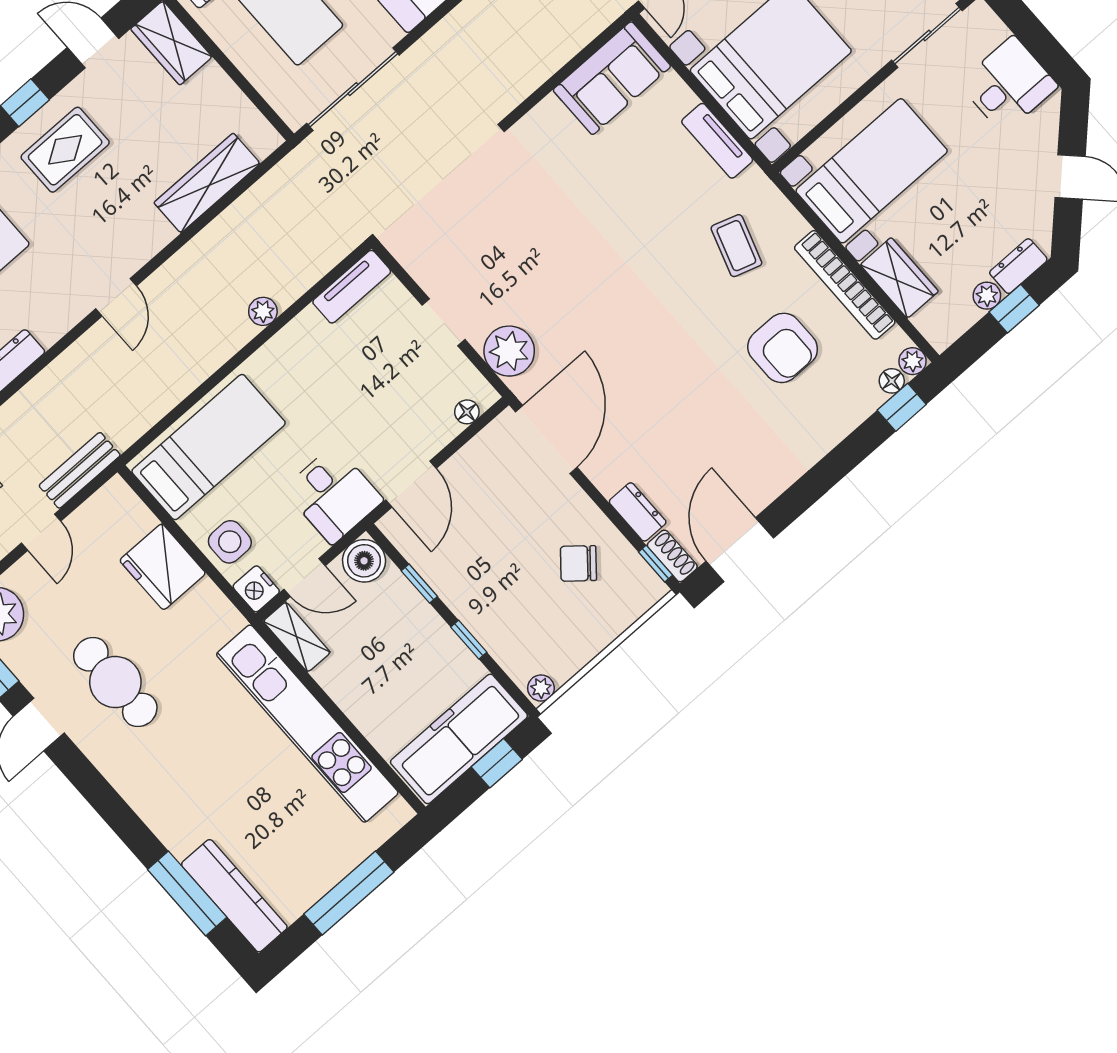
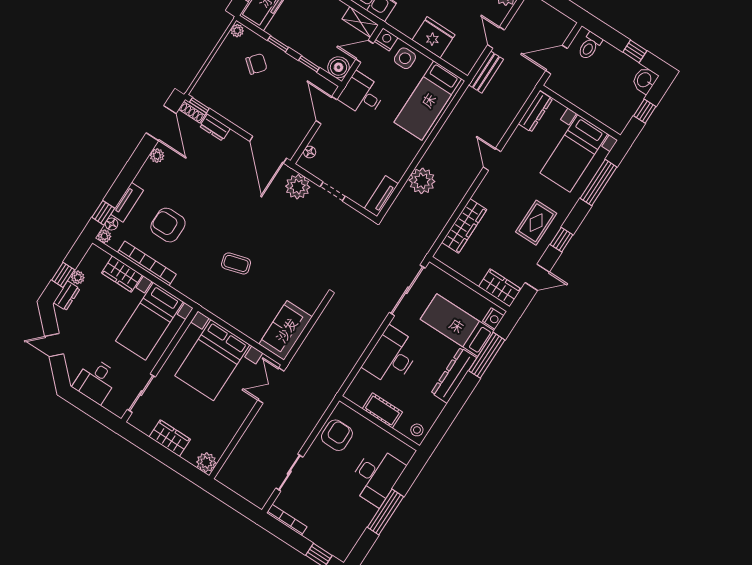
tv unit: (717, 141) -> (127, 202), moved, turned 90
coffee table: (736, 246) -> (236, 263), moved, turned -34
plant: (263, 311) -> (422, 181), width x1.88, depth x1.88
plant: (766, 489) -> (157, 156), added
chair: (578, 563) -> (256, 64), moved

